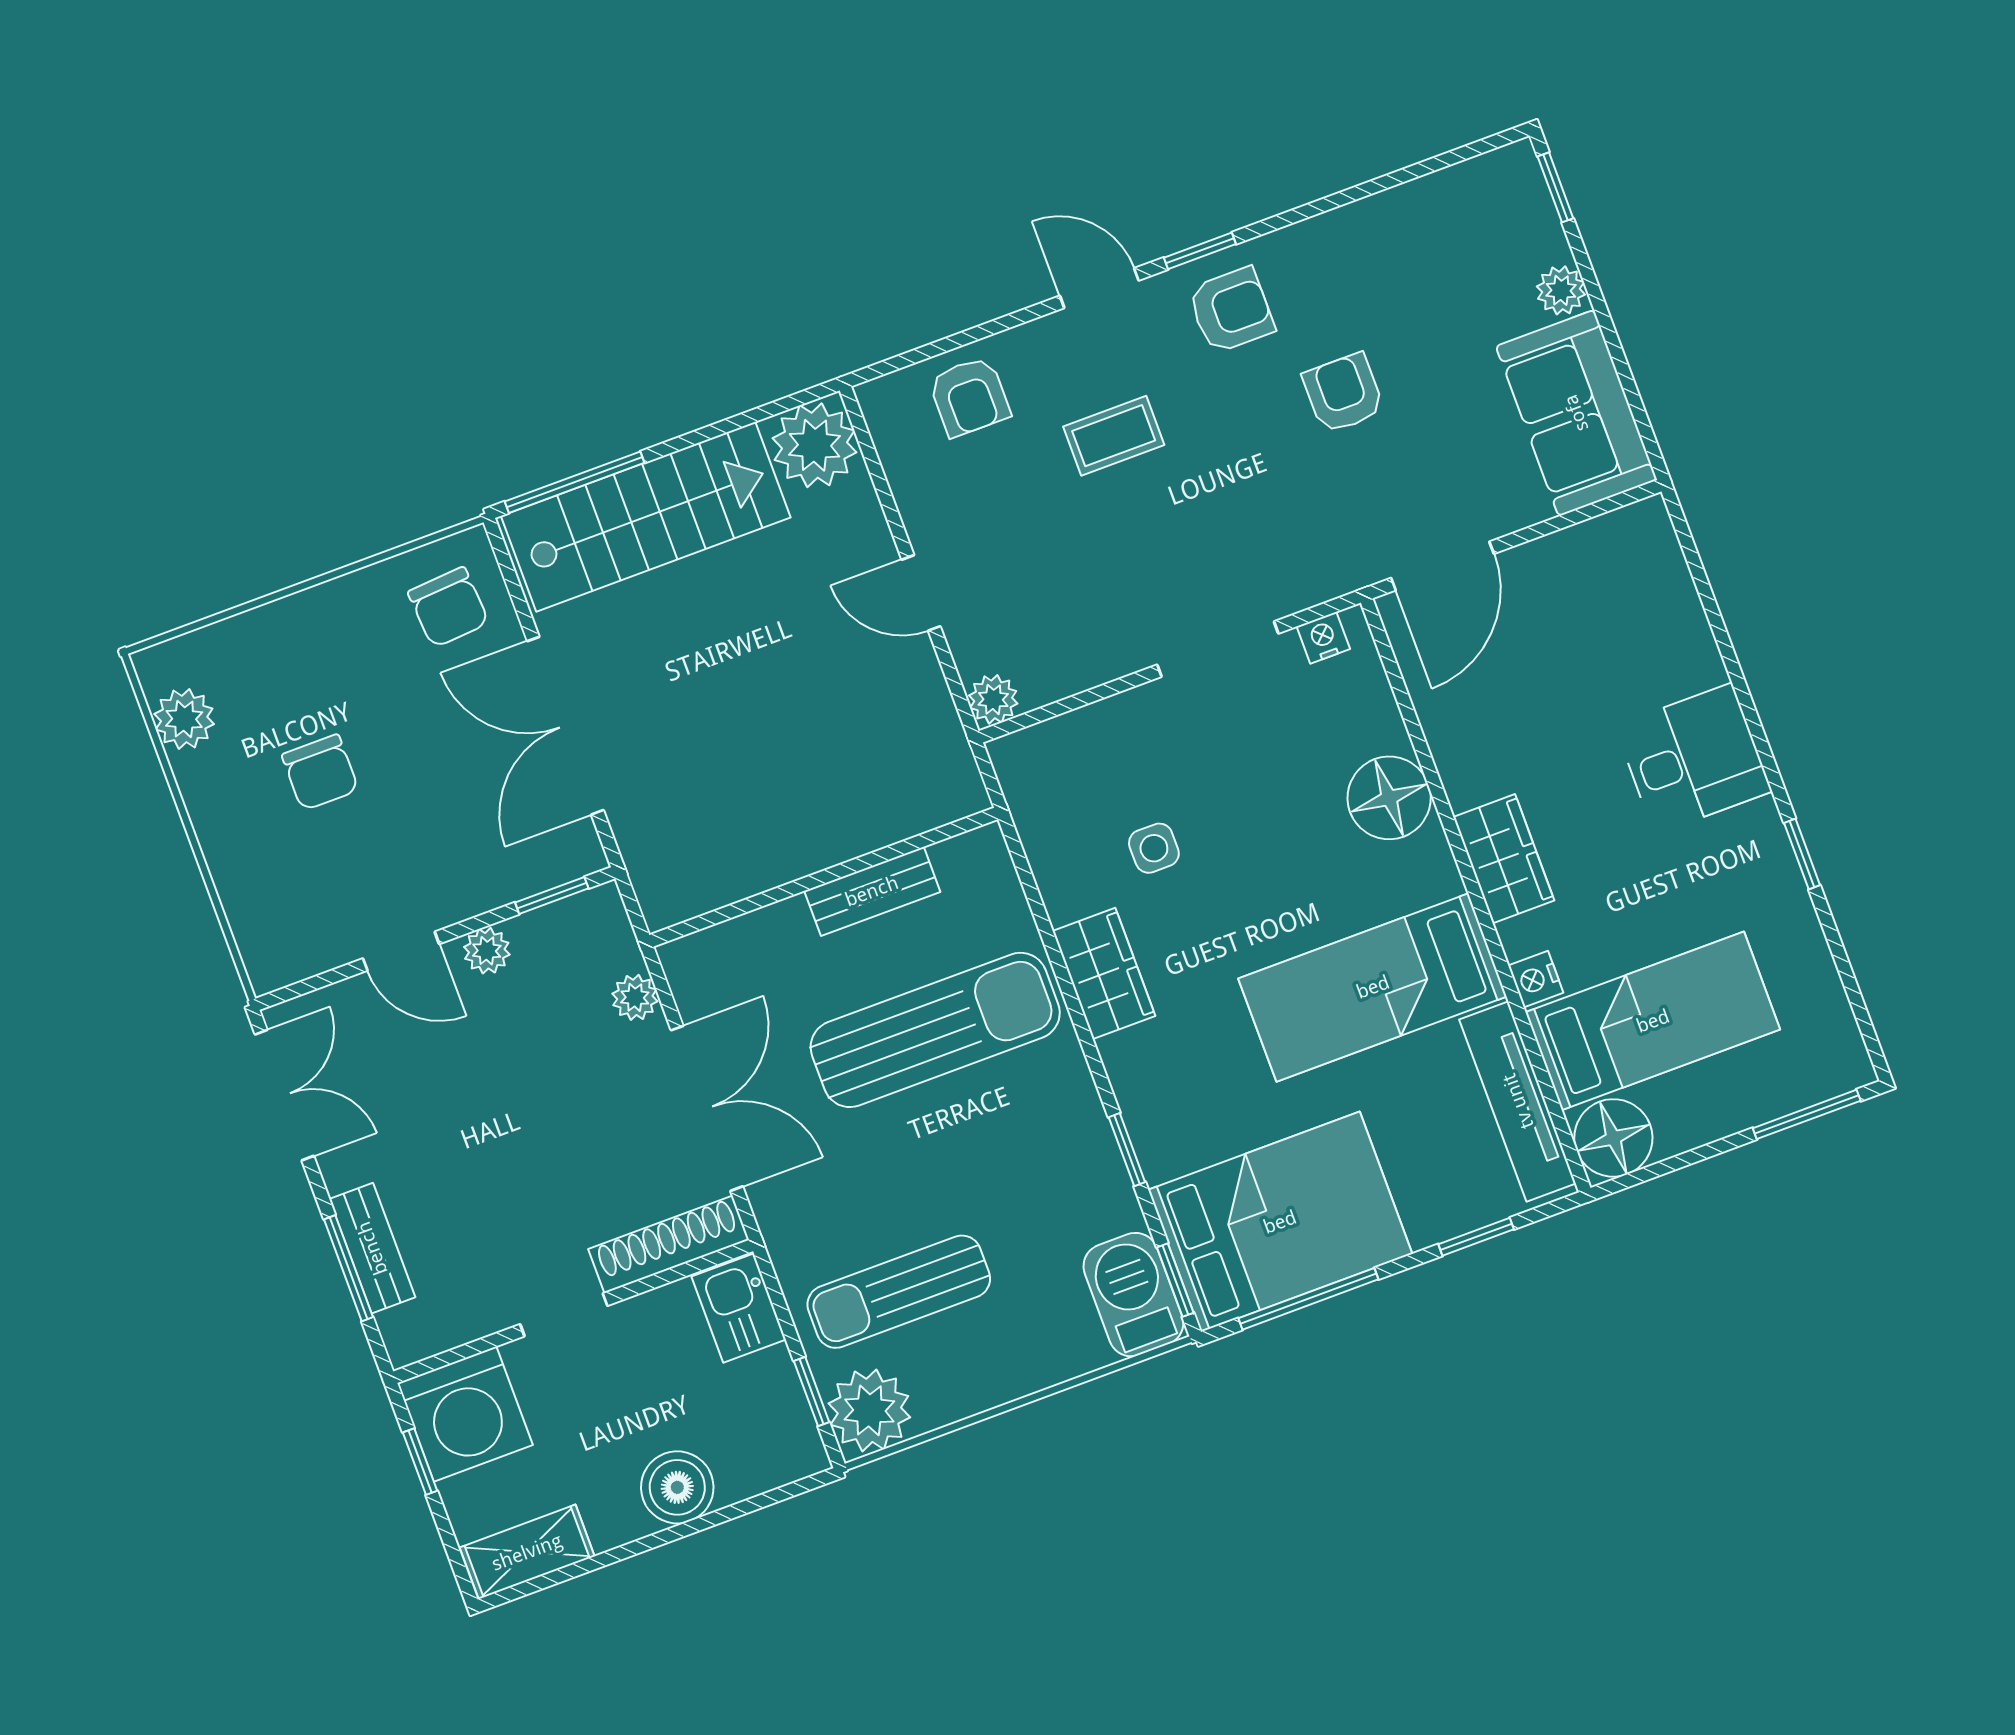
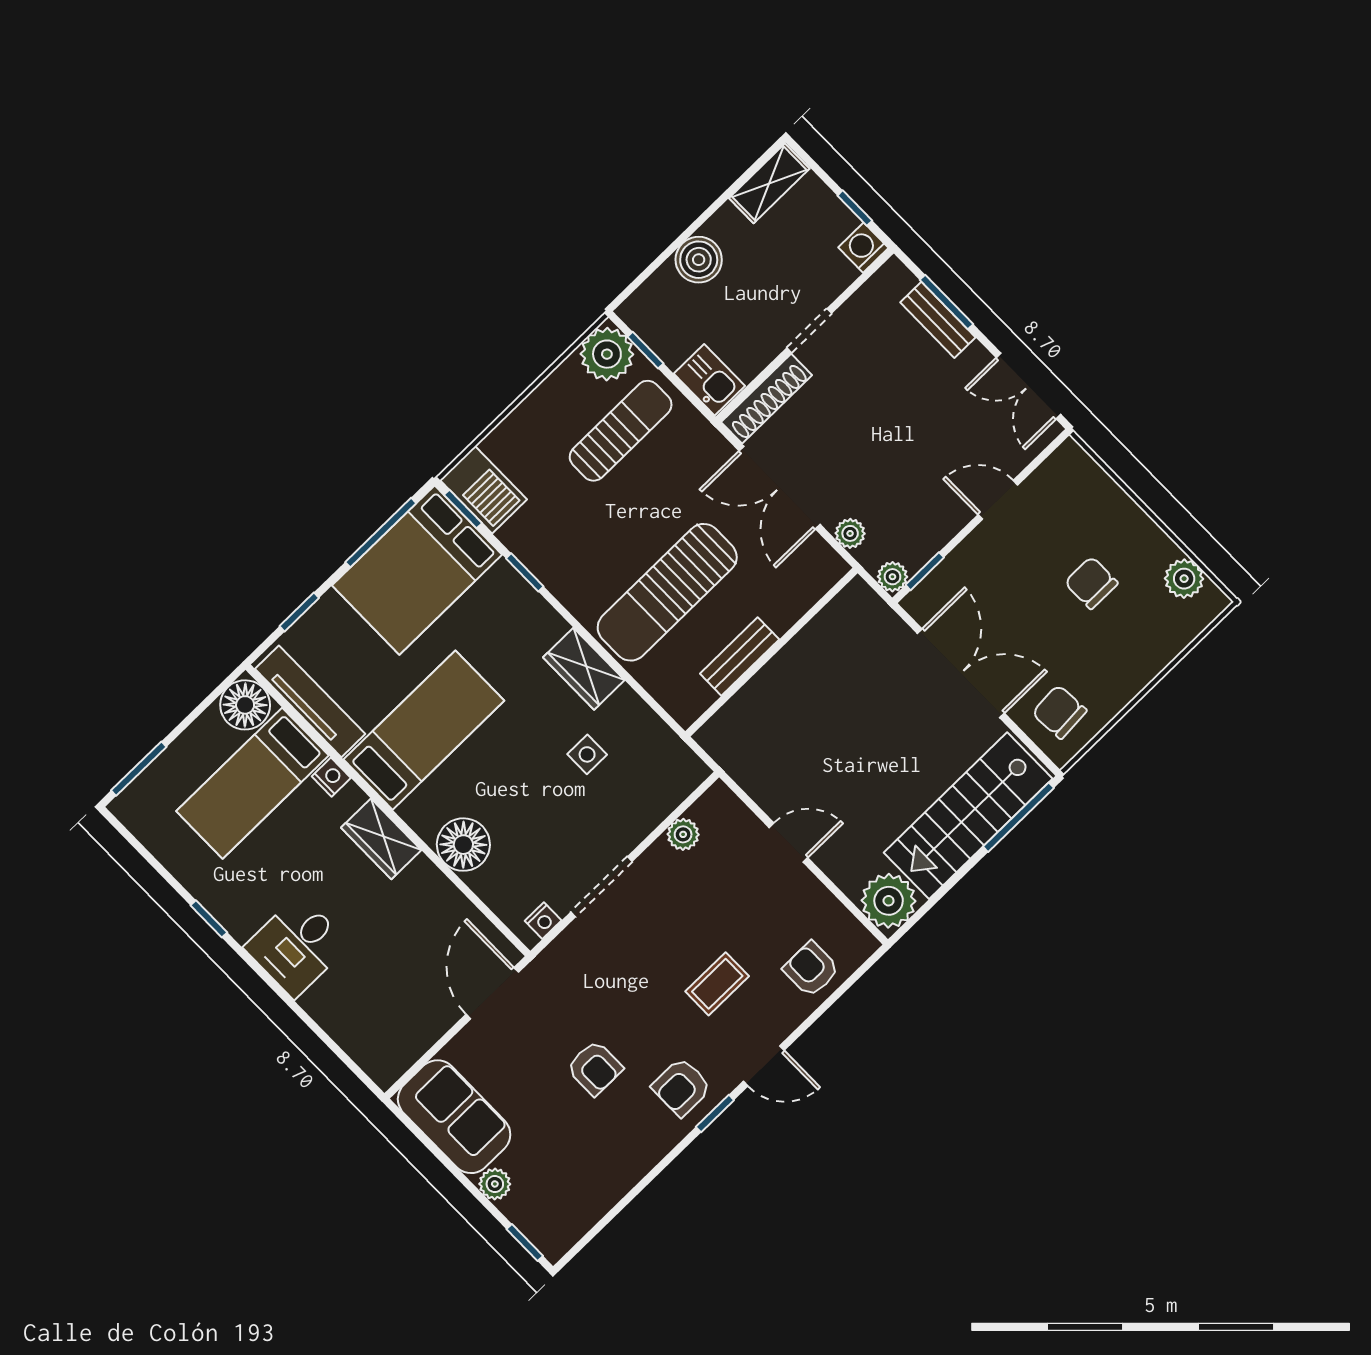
plant: (993, 699) -> (683, 834), moved
plant: (487, 951) -> (893, 577), moved
washing machine: (465, 1414) -> (863, 248), width x0.53, depth x0.53

